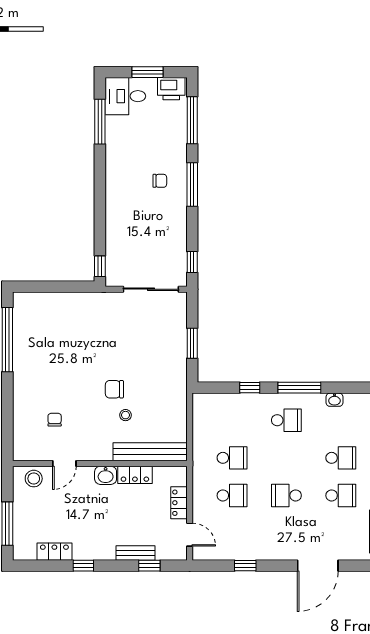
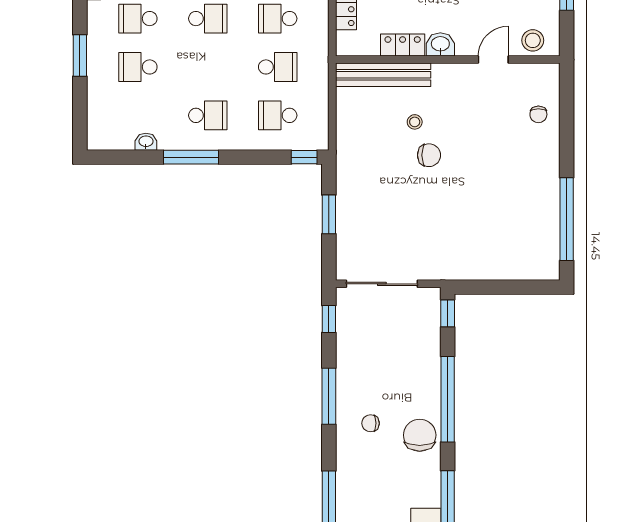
chair: (122, 172) -> (420, 435), added
window: (192, 184) -> (329, 396), moved
window: (100, 199) -> (448, 399), added
window: (250, 388) -> (304, 157), moved
chair: (55, 420) -> (538, 114), moved
school desk: (232, 420) -> (278, 115), added
school desk: (286, 420) -> (208, 115), turned 180
school desk: (232, 458) -> (278, 67), turned 180

